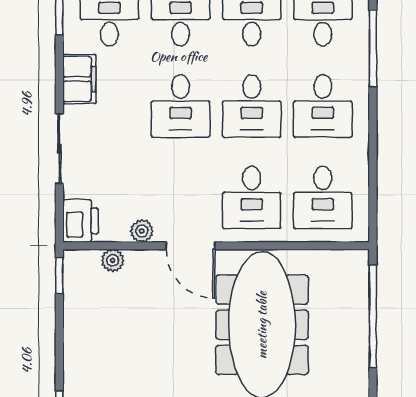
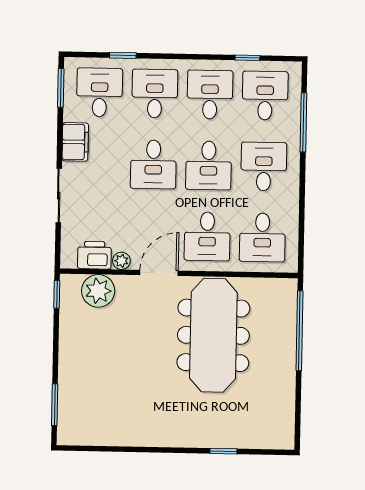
desk: (323, 106) -> (264, 166), turned 180
printer: (80, 221) -> (94, 255), moved, turned -90
door: (190, 246) -> (159, 273), swing flipped
plant: (113, 260) -> (98, 291), width x1.88, depth x1.88

